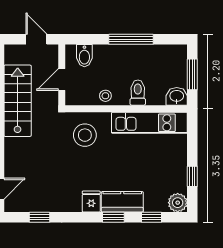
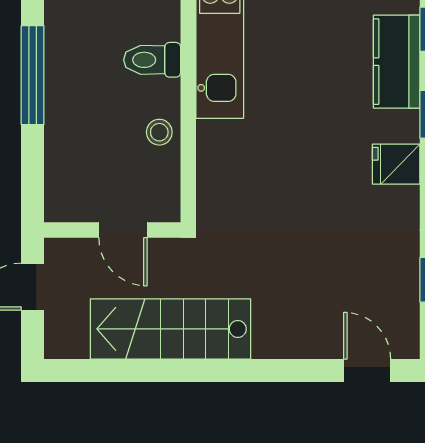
bidet: (84, 56) -> (69, 179), removed
stool: (85, 135) -> (247, 178), removed
kitchen counter: (122, 202) -> (397, 62), moved

